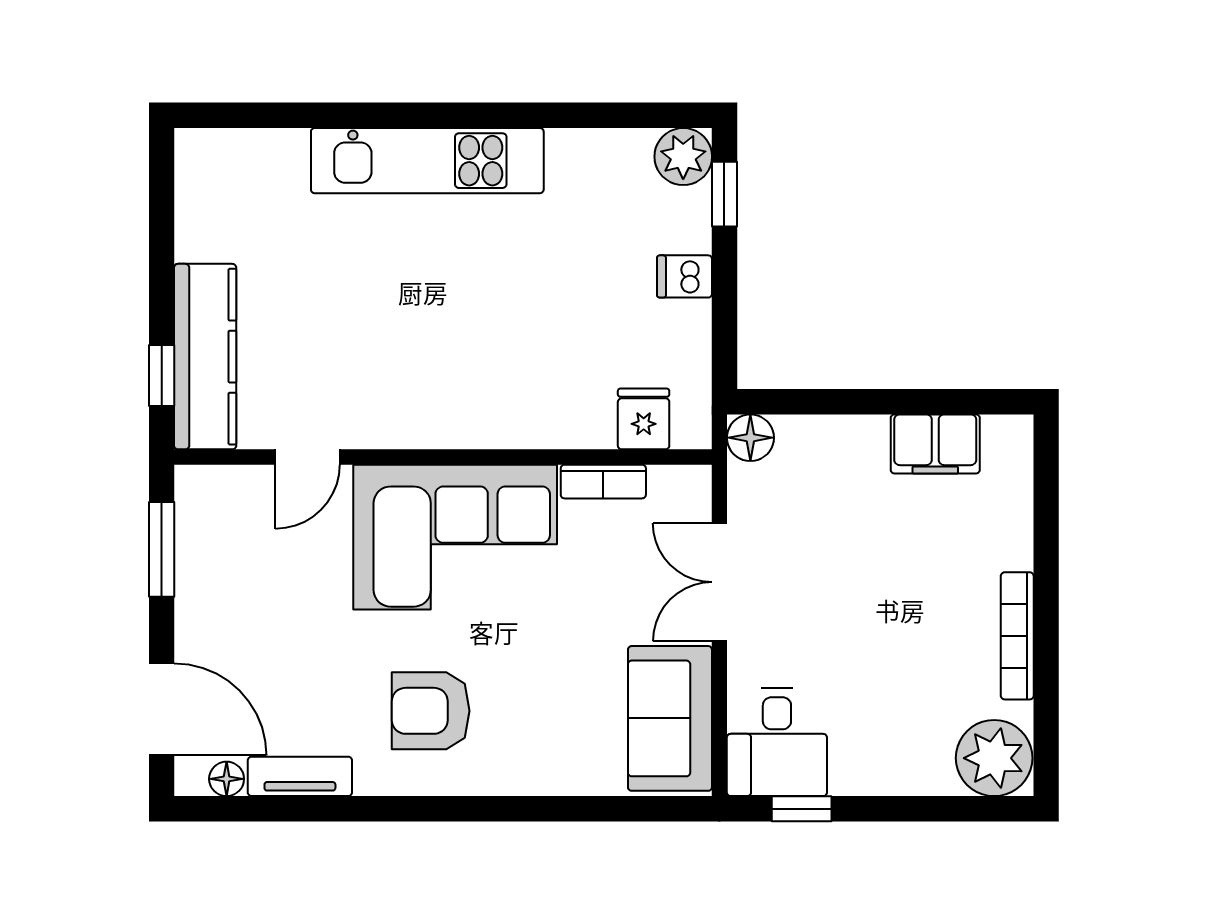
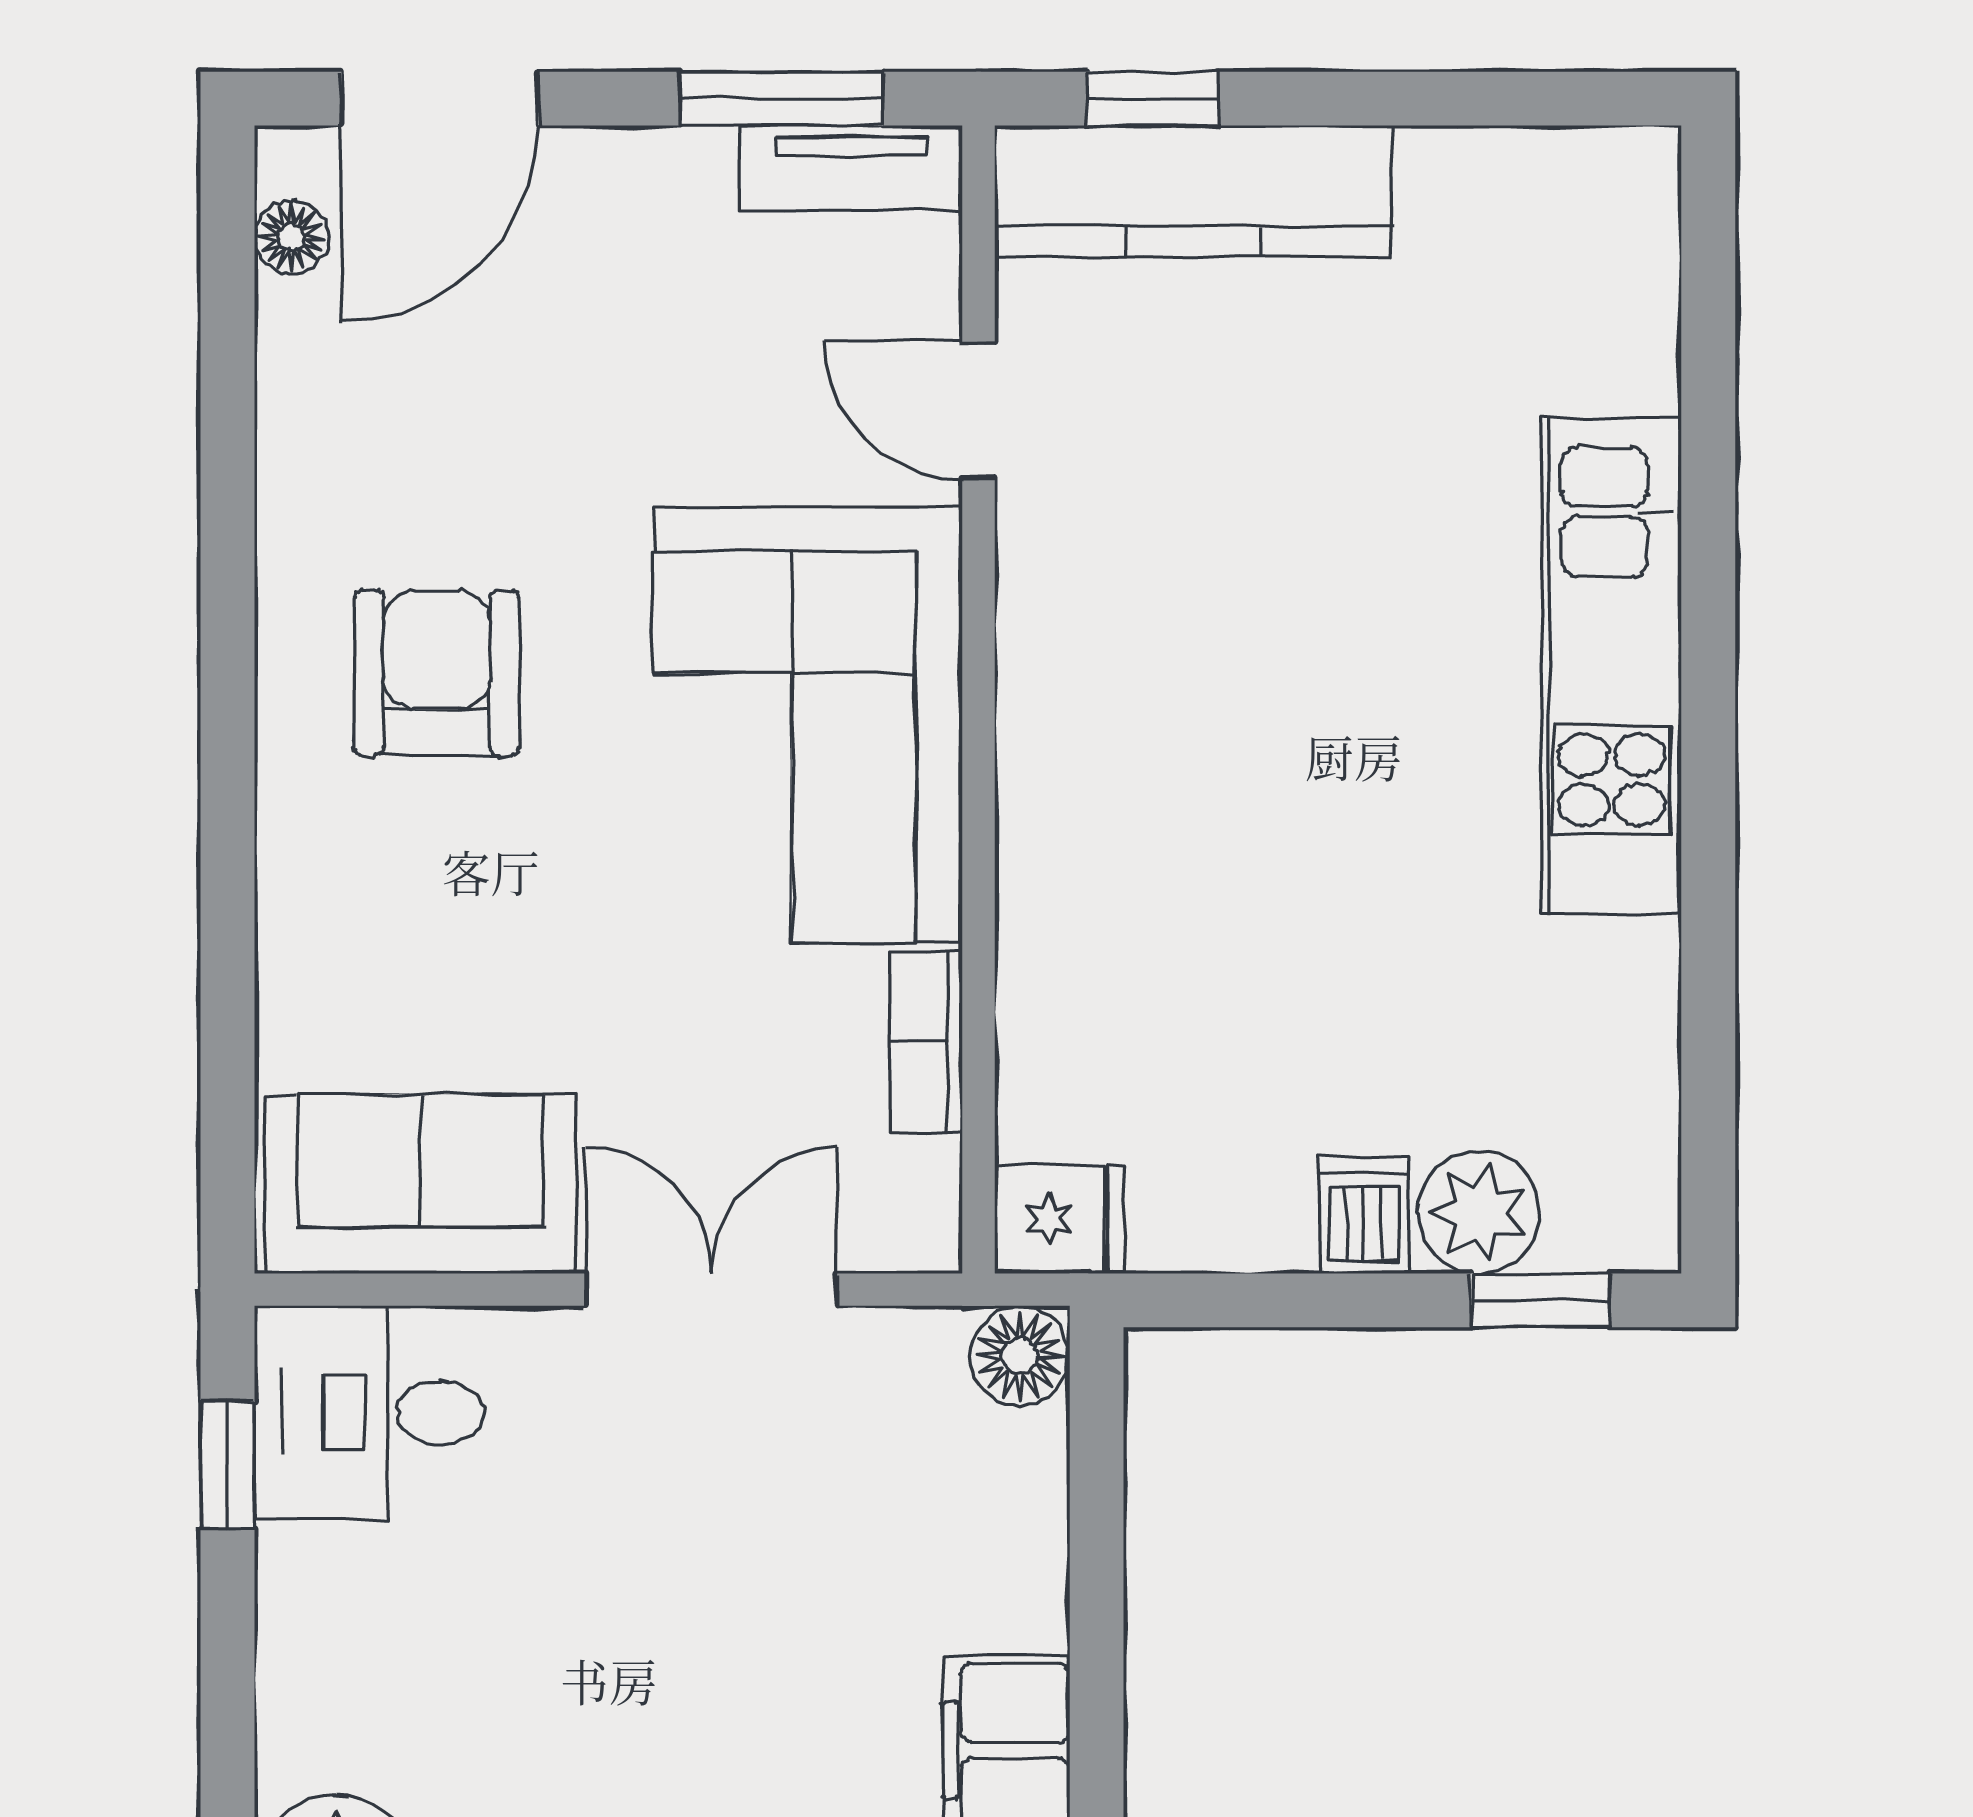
plant: (683, 157) -> (1479, 1212), moved
fridge: (644, 419) -> (1060, 1219), moved
tv unit: (300, 776) -> (851, 168), moved, turned 90

